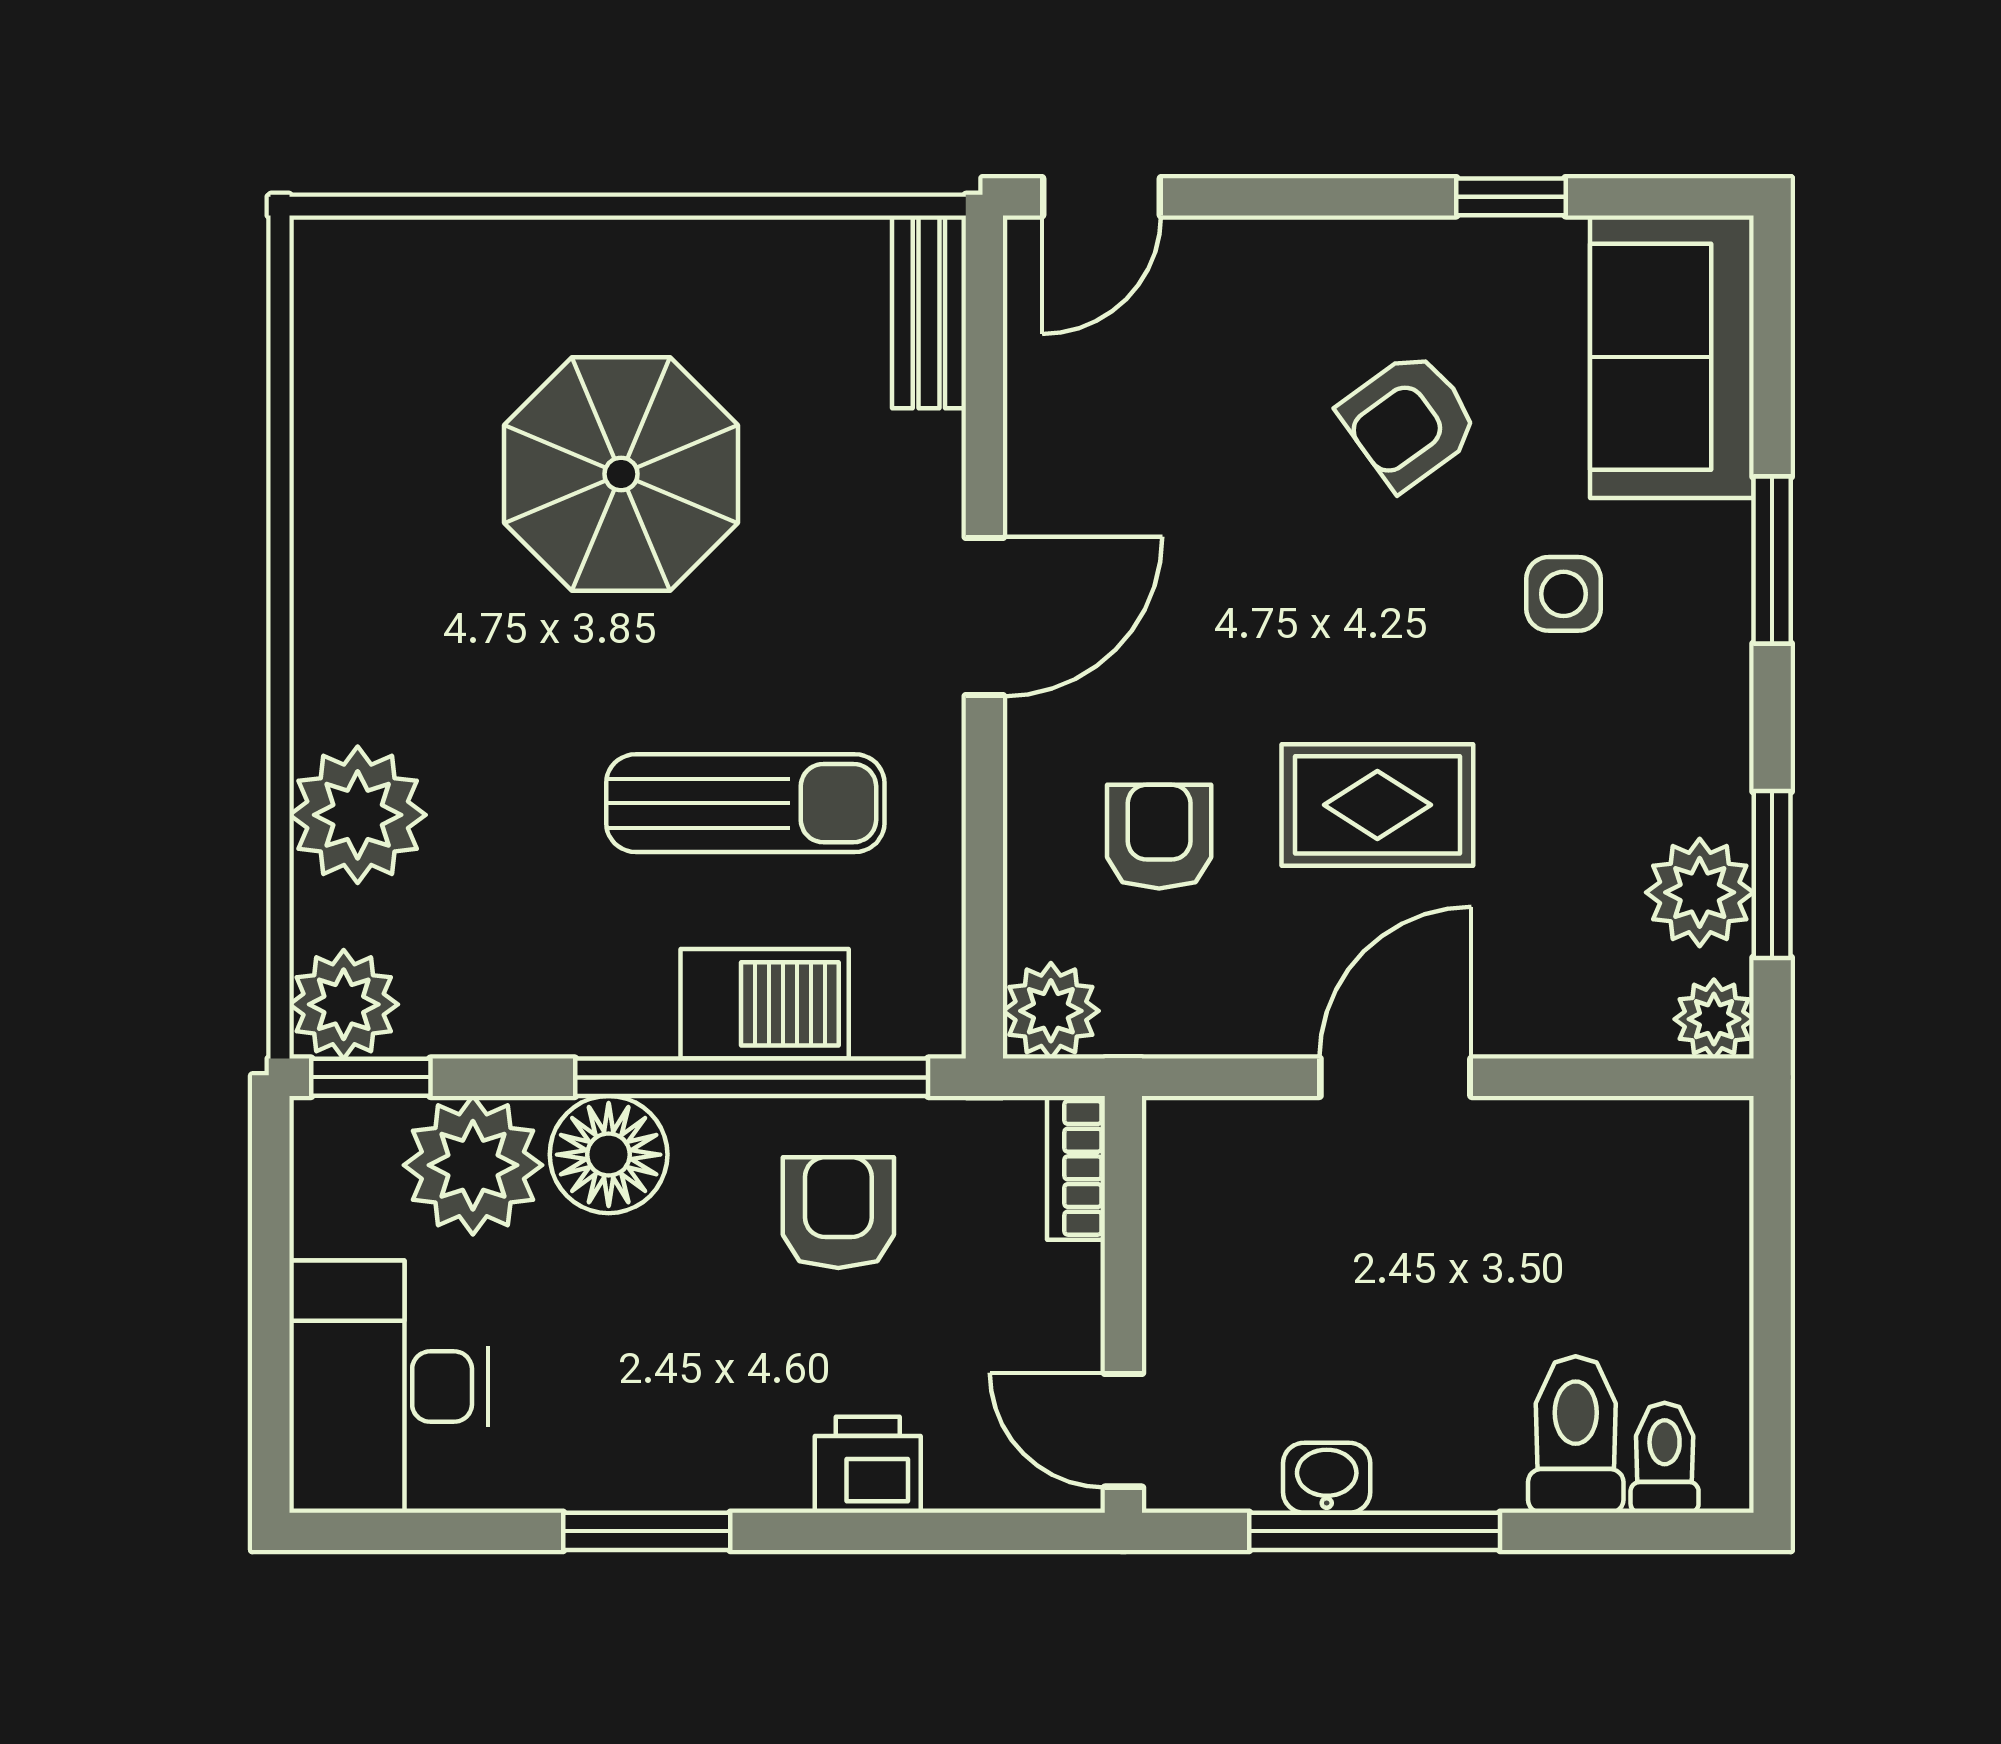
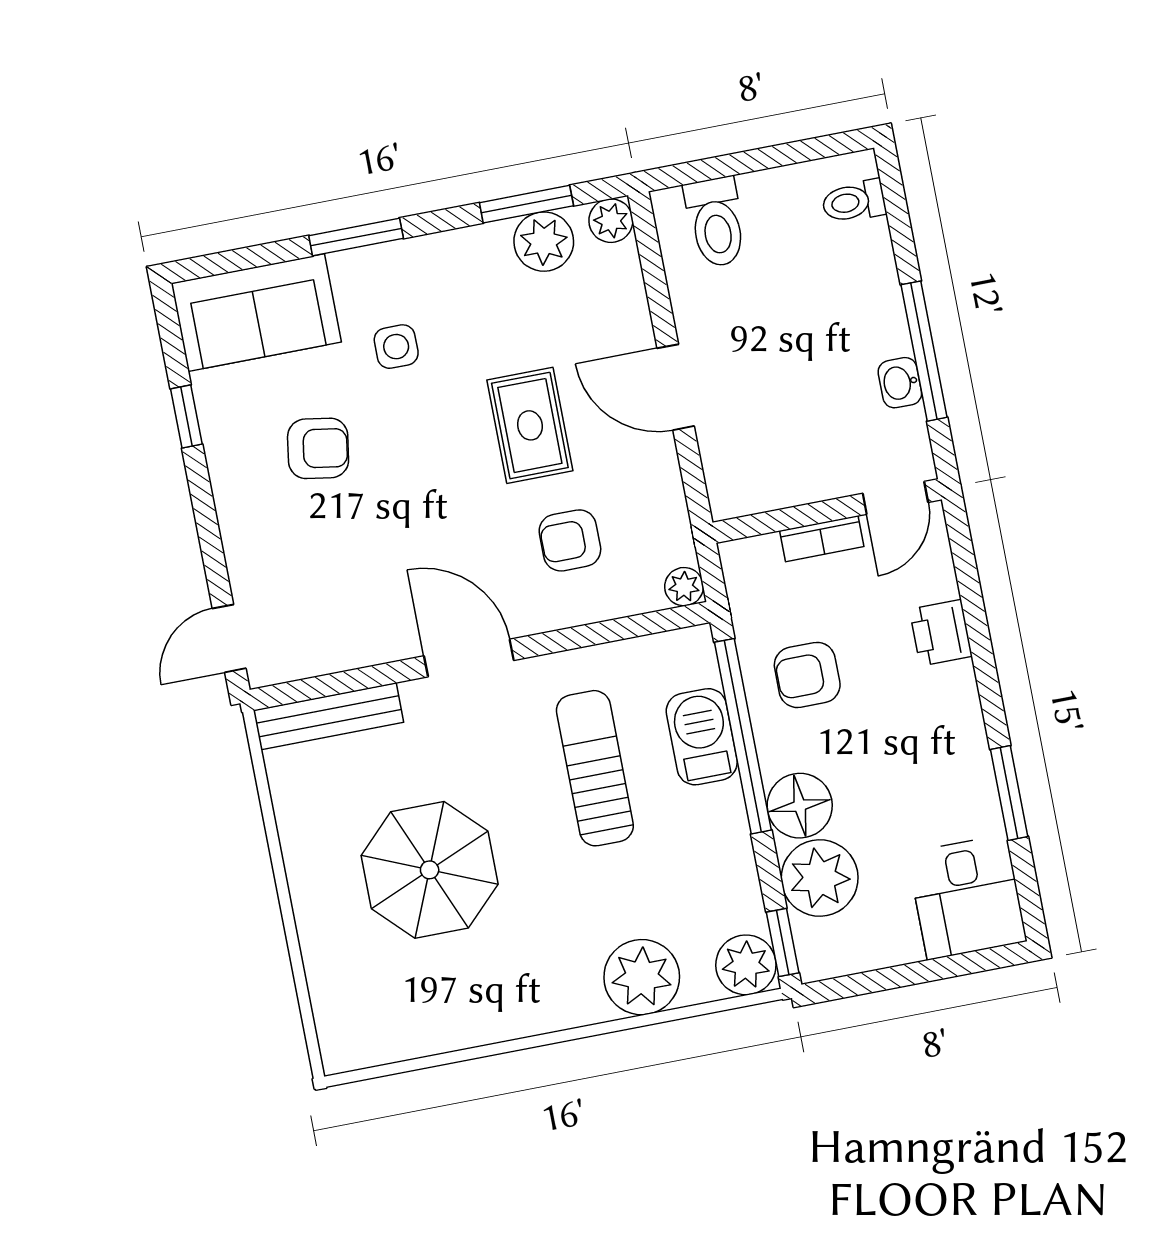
door: (1101, 197) -> (229, 638), swing flipped
bench: (929, 312) -> (329, 716), width x1.36
armchair: (1409, 420) -> (318, 448), turned -45
plant: (1051, 1011) -> (684, 587), width x0.73, depth x0.73
bookcase: (1076, 1168) -> (822, 539), moved
desk: (388, 1387) -> (967, 897), width x0.73
toilet: (1576, 1435) -> (716, 222), moved, turned -90
window: (647, 1531) -> (1009, 793), moved

